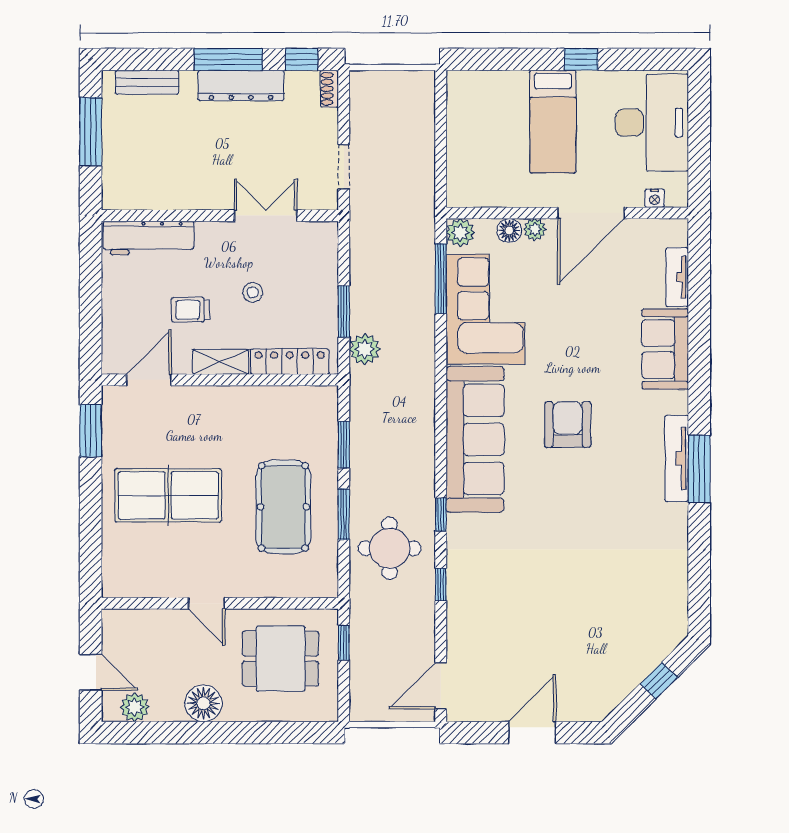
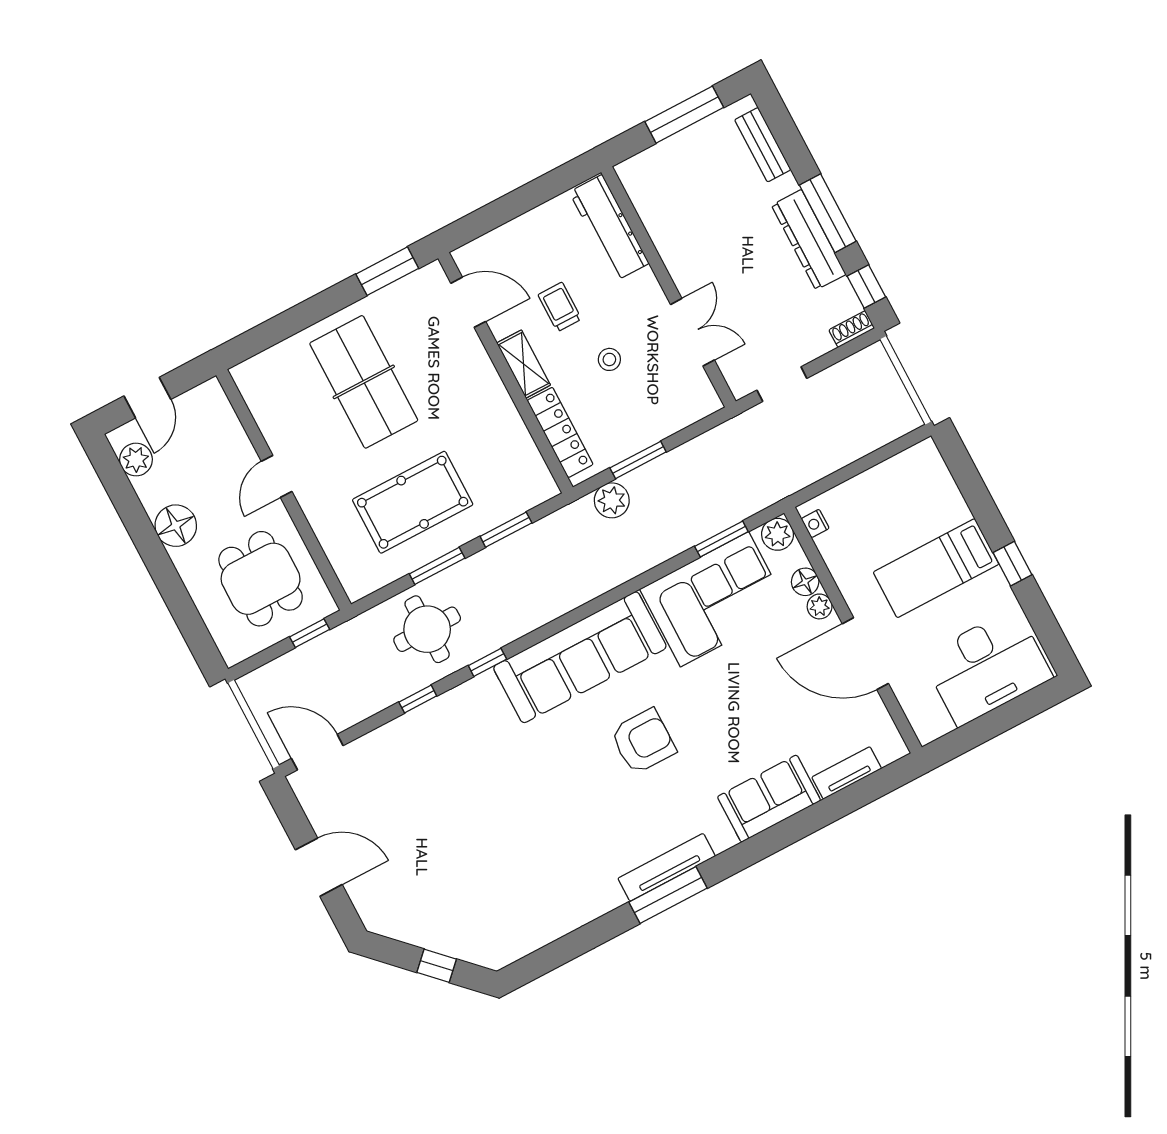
nightstand: (655, 198) -> (815, 523), moved
window: (441, 279) -> (721, 539), width x0.69

